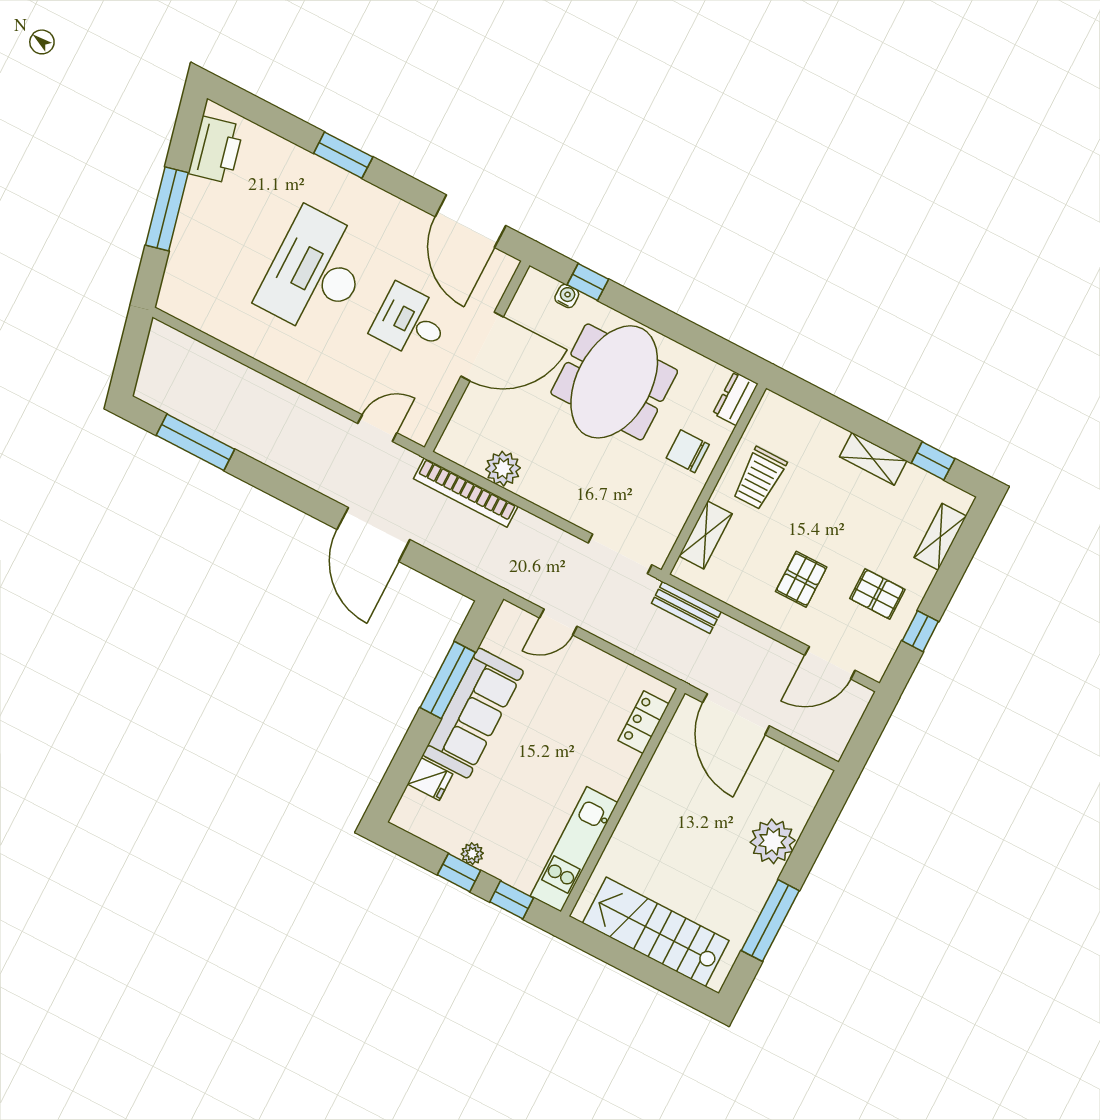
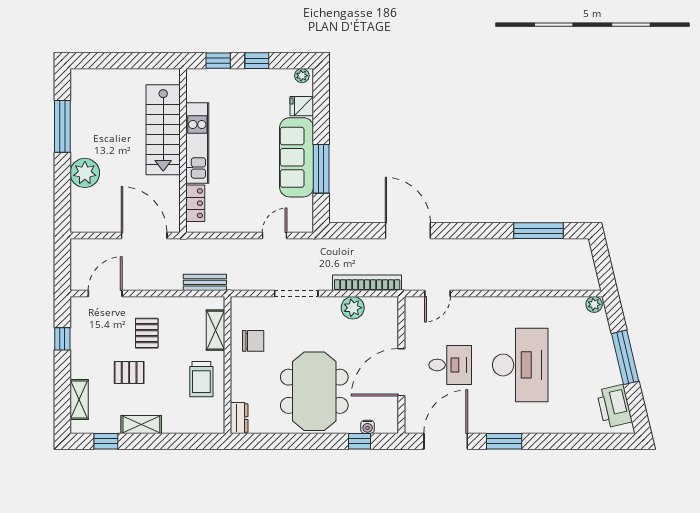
window: (343, 155) -> (504, 441), moved
door: (470, 221) -> (446, 441), hinge flipped
plant: (172, 303) -> (594, 304), added
chair: (688, 451) -> (253, 341), moved
trolley: (759, 478) -> (201, 379), turned 180
doorway: (620, 554) -> (296, 293), moved
pallet: (877, 594) -> (129, 372), moved
kitchen unit: (574, 849) -> (197, 143), moved
plant: (472, 854) -> (302, 76), moved
stairs: (656, 932) -> (163, 130), moved, turned 90

